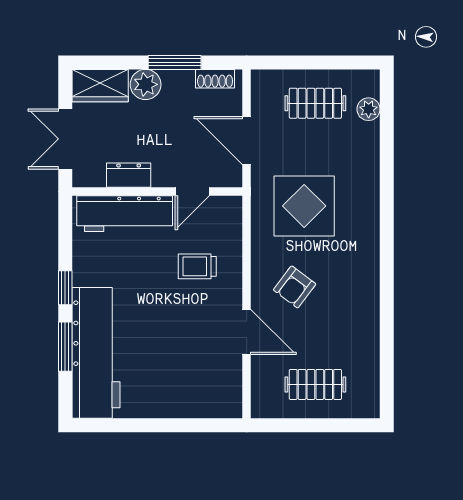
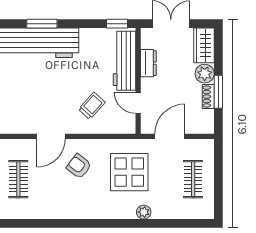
shoe rack: (215, 79) -> (208, 97), moved
plant: (369, 109) -> (144, 212), moved
trolley: (197, 266) -> (92, 106), turned 42
window: (65, 288) -> (117, 24), moved

